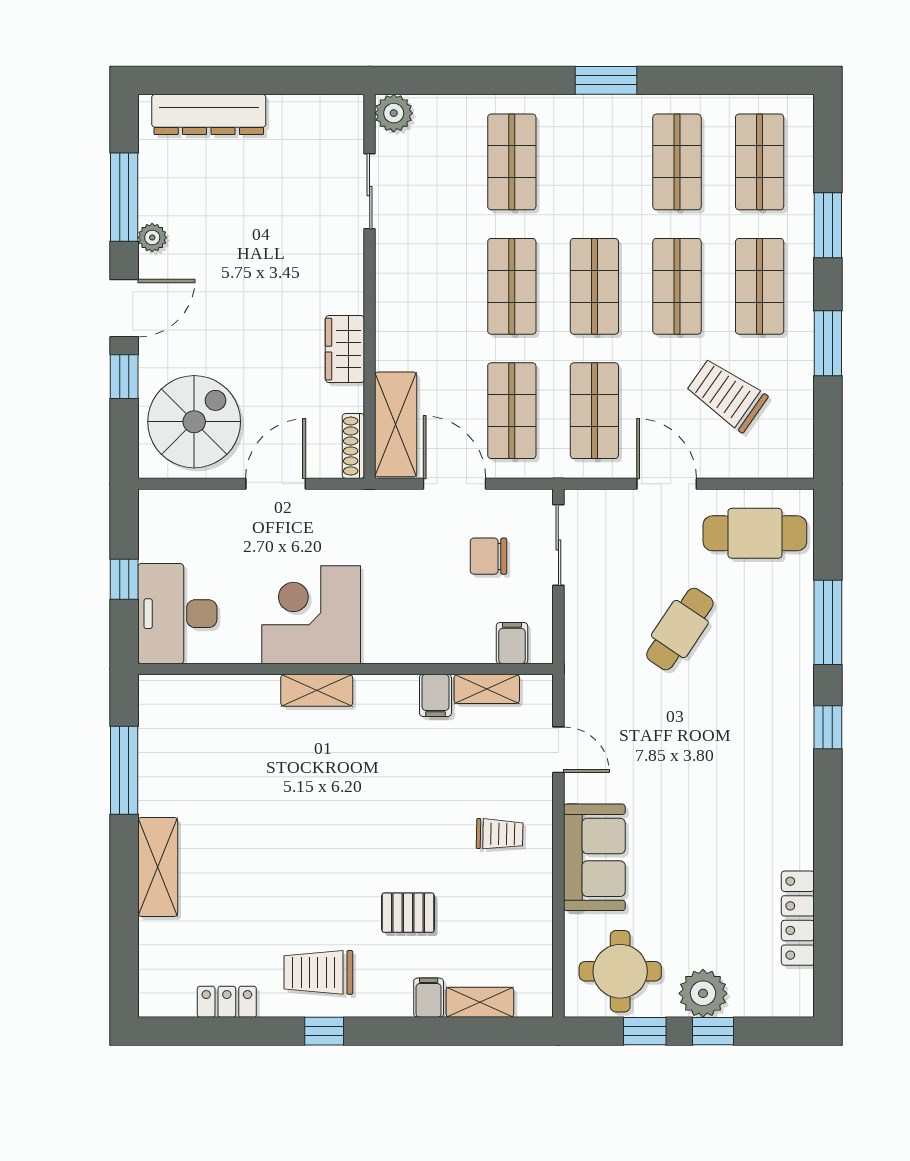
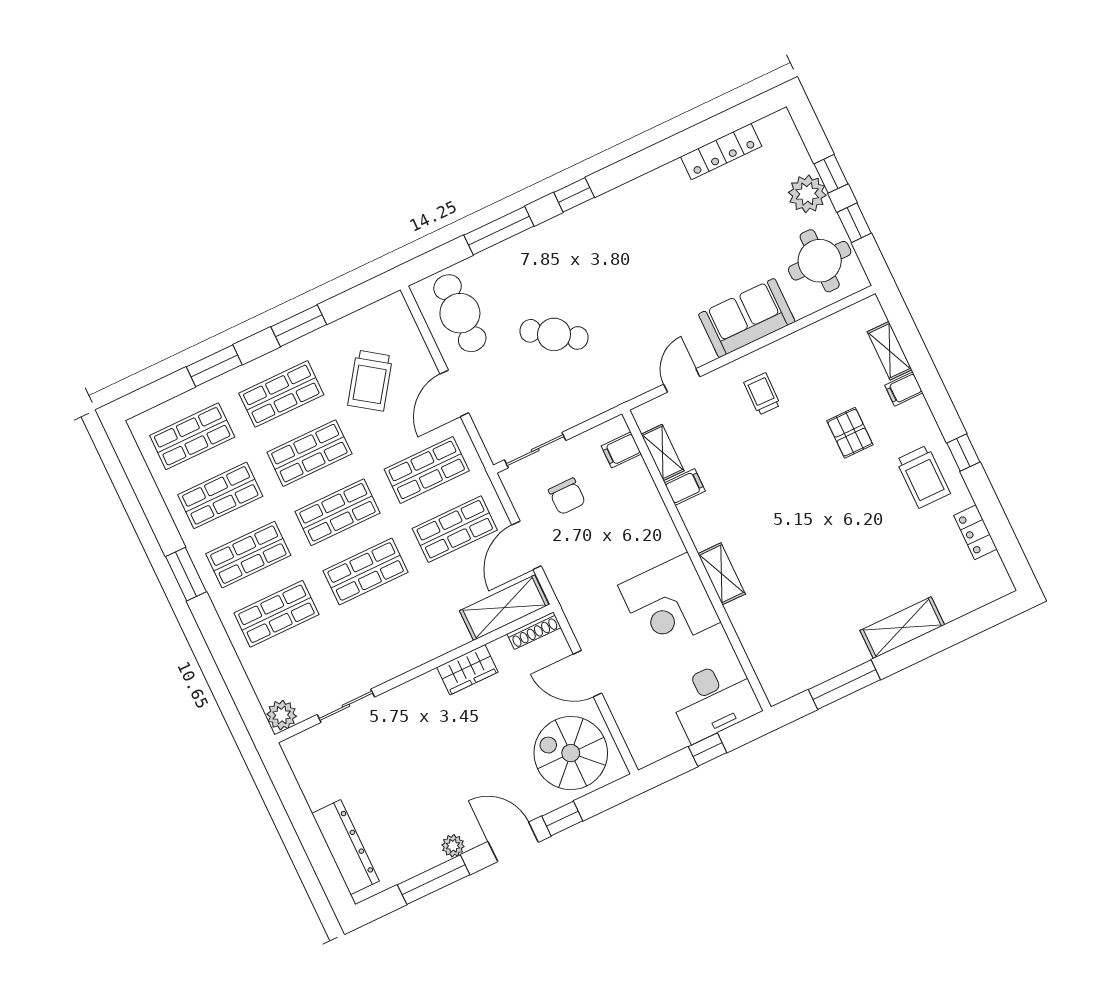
shop shelf: (594, 162) -> (248, 555), added

